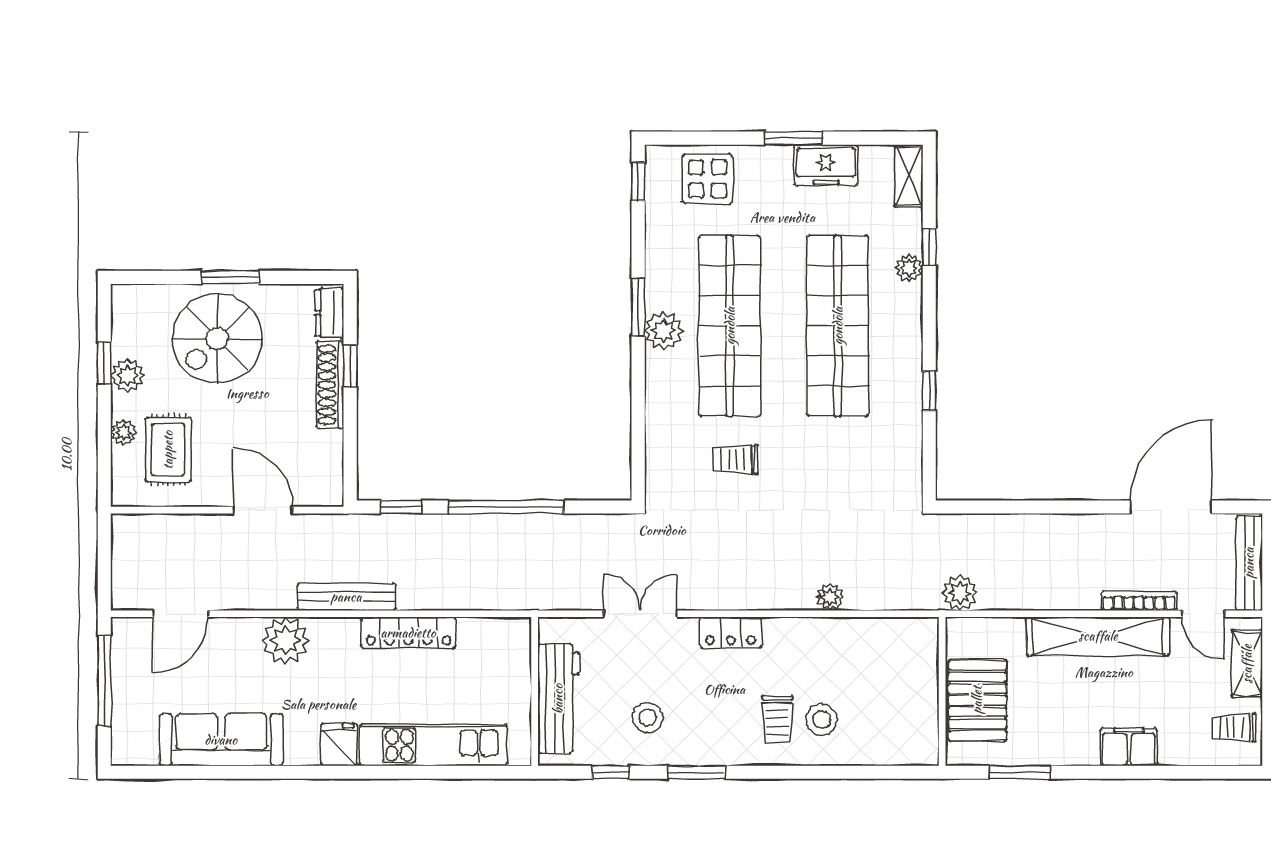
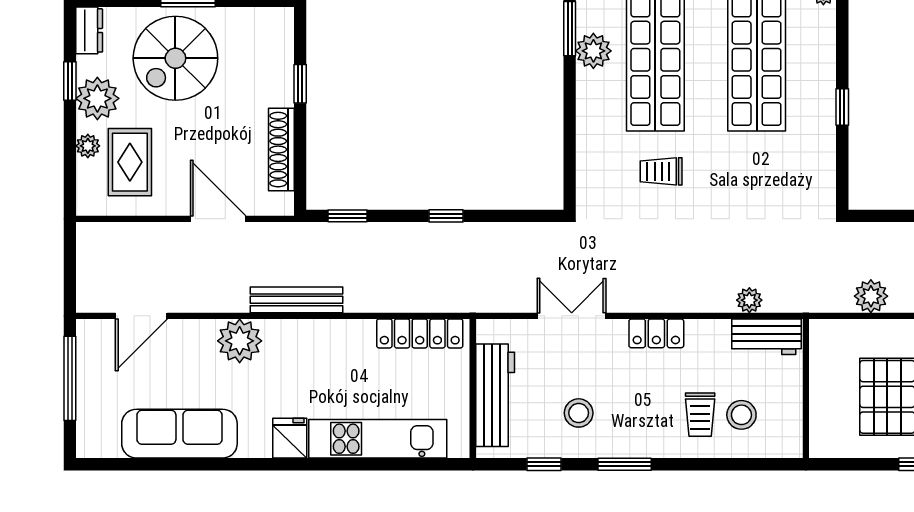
dresser: (329, 313) -> (89, 30), moved, turned 180
plant: (128, 376) -> (97, 98), width x1.36, depth x1.36
shoe rack: (330, 385) -> (281, 150), moved
window: (506, 507) -> (446, 216), width x0.32
locker: (408, 633) -> (420, 333), moved
workbench: (848, 636) -> (767, 337), added
wall: (942, 691) -> (806, 388), moved

